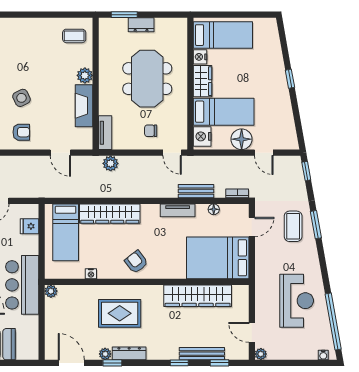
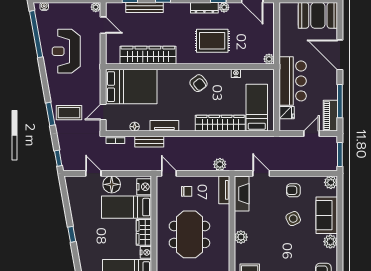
fireplace: (84, 106) -> (242, 194), moved
coffee table: (293, 226) -> (69, 113), turned 90
bar counter: (22, 285) -> (293, 81), moved

